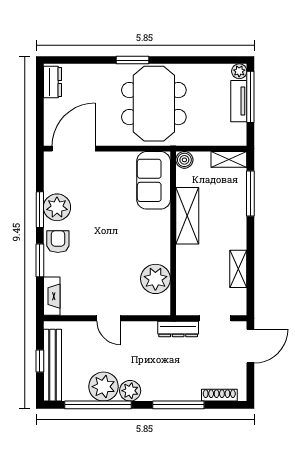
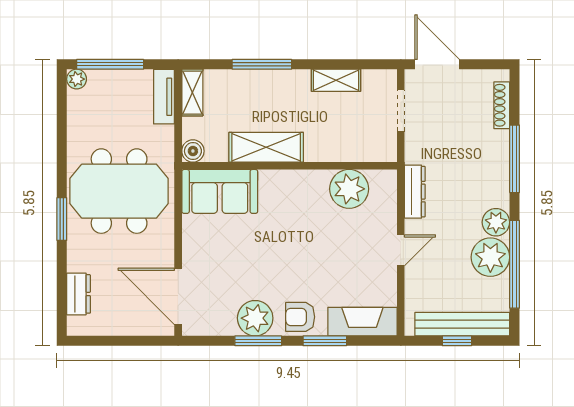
dresser: (52, 82) -> (79, 294), moved, turned 90
tv unit: (239, 101) -> (164, 97), moved, turned 90
window: (250, 194) -> (262, 64), moved
fireplace: (52, 296) -> (362, 322), width x1.37, depth x1.32
dresser: (178, 329) -> (415, 192), moved

